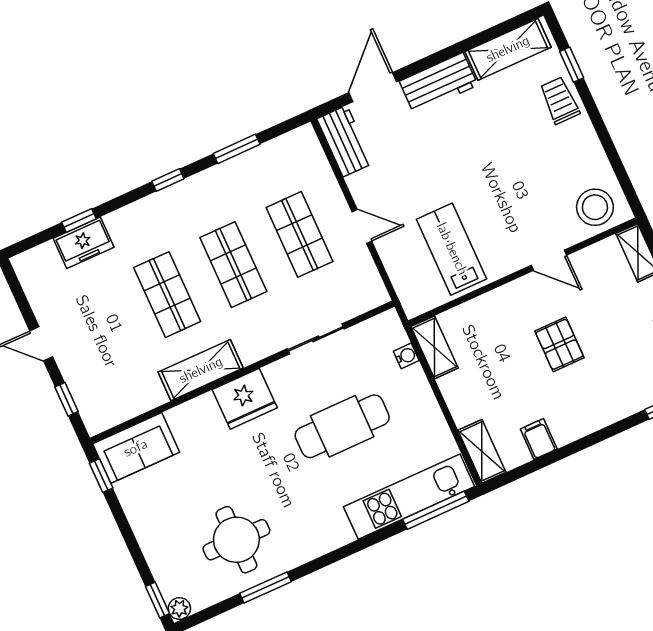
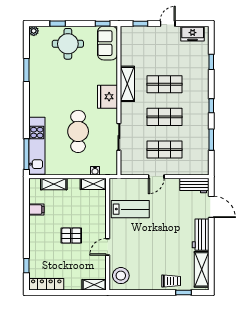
freezer: (84, 243) -> (193, 34), moved, turned -90
shelving: (482, 451) -> (54, 184), moved
round table: (236, 540) -> (68, 44), moved
window: (157, 600) -> (58, 24), moved

